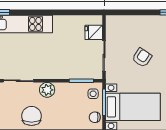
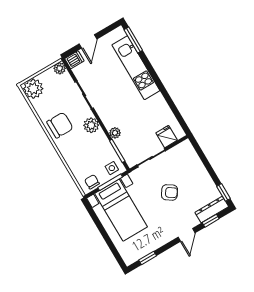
plant: (65, 74) -> (115, 133), added

